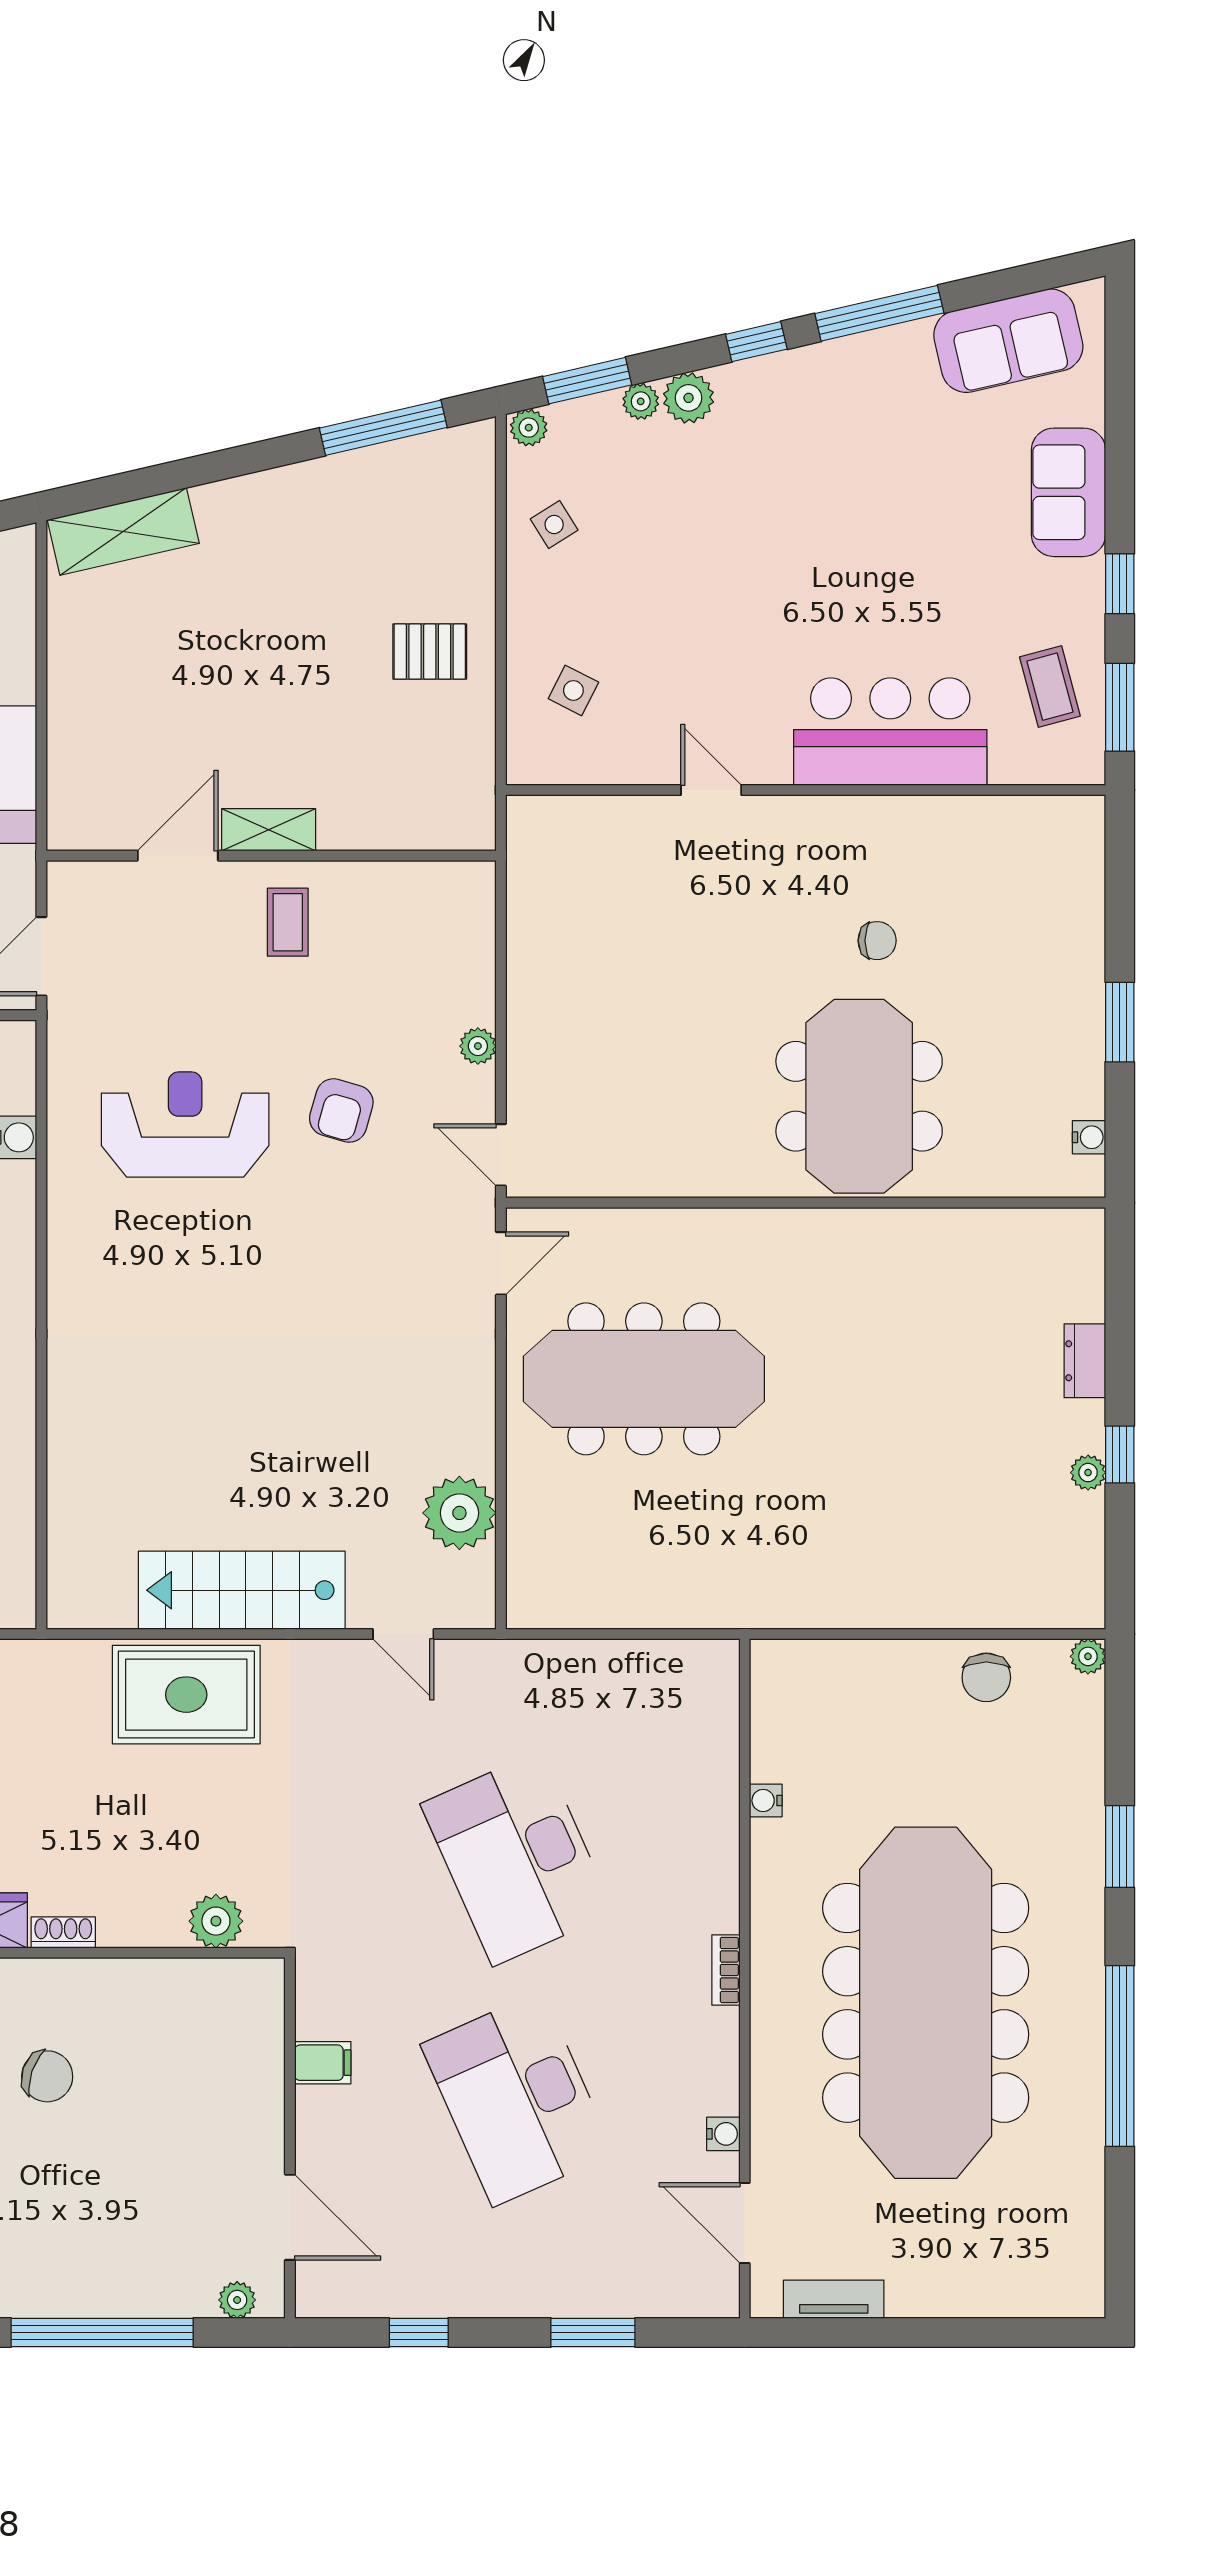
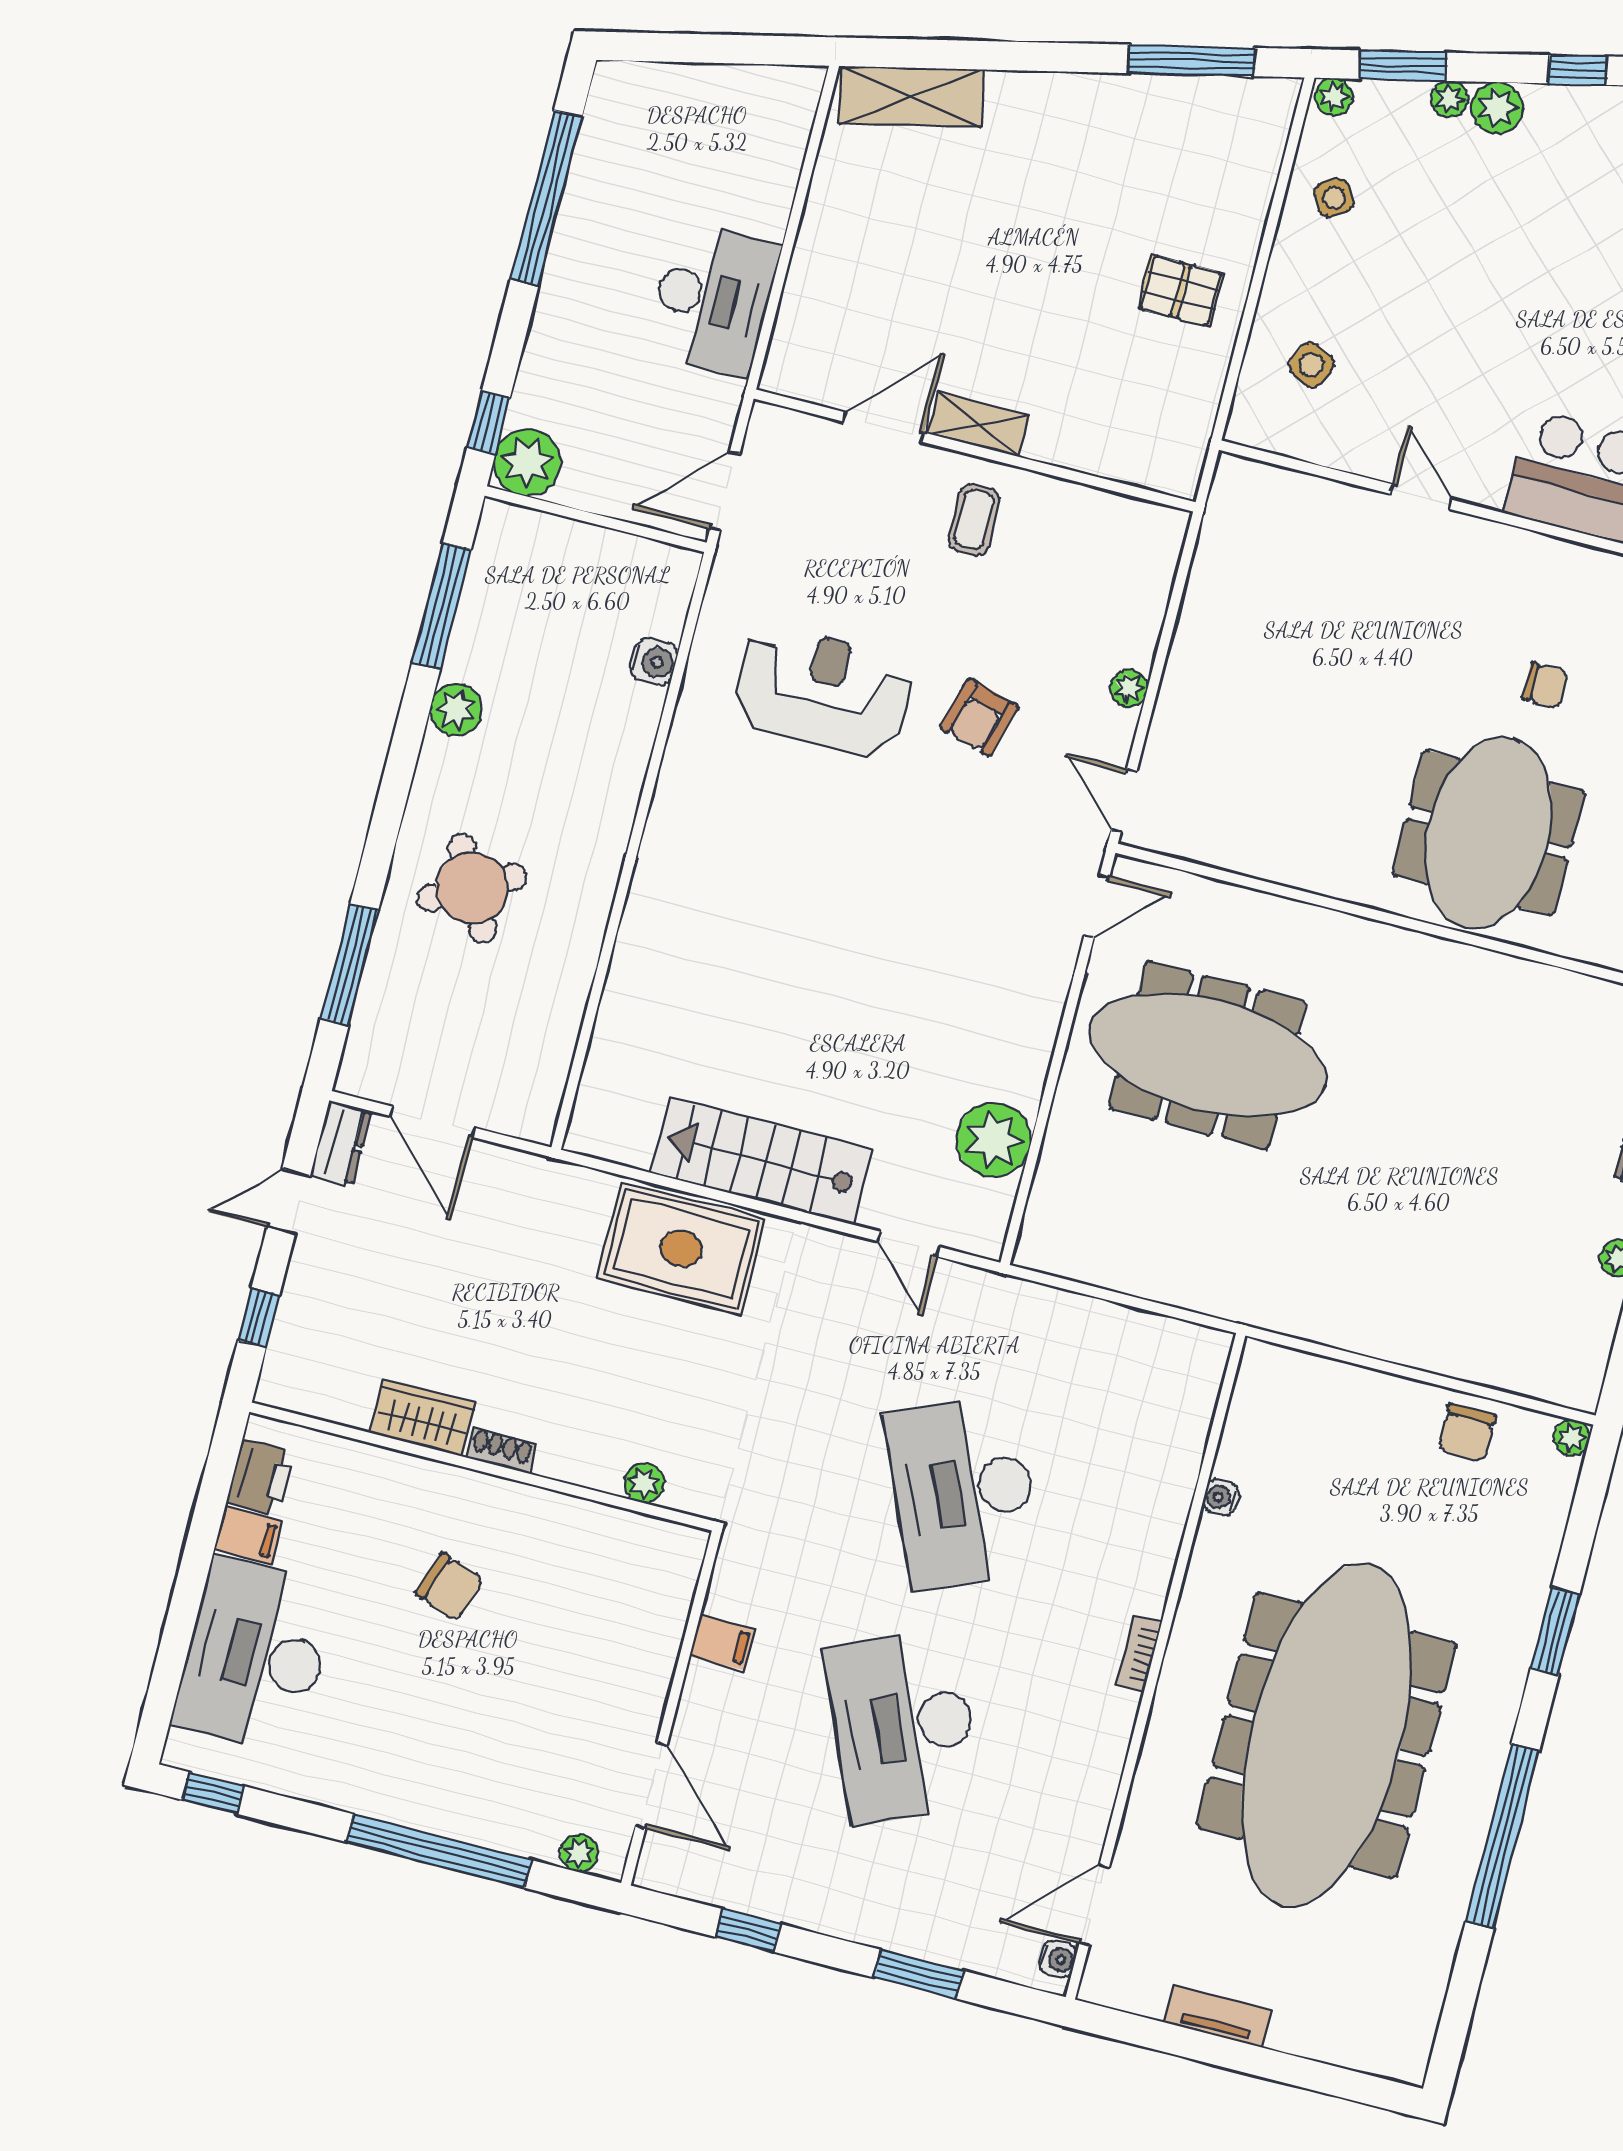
plant: (216, 1921) -> (644, 1483), width x0.73, depth x0.73
water cooler: (723, 2134) -> (1058, 1959), moved
door: (745, 2223) -> (1094, 1905), hinge flipped
tv unit: (834, 2299) -> (1218, 2016), moved

